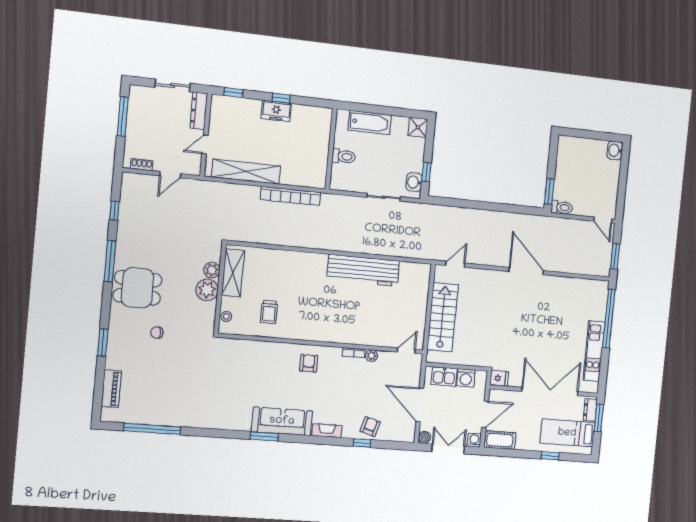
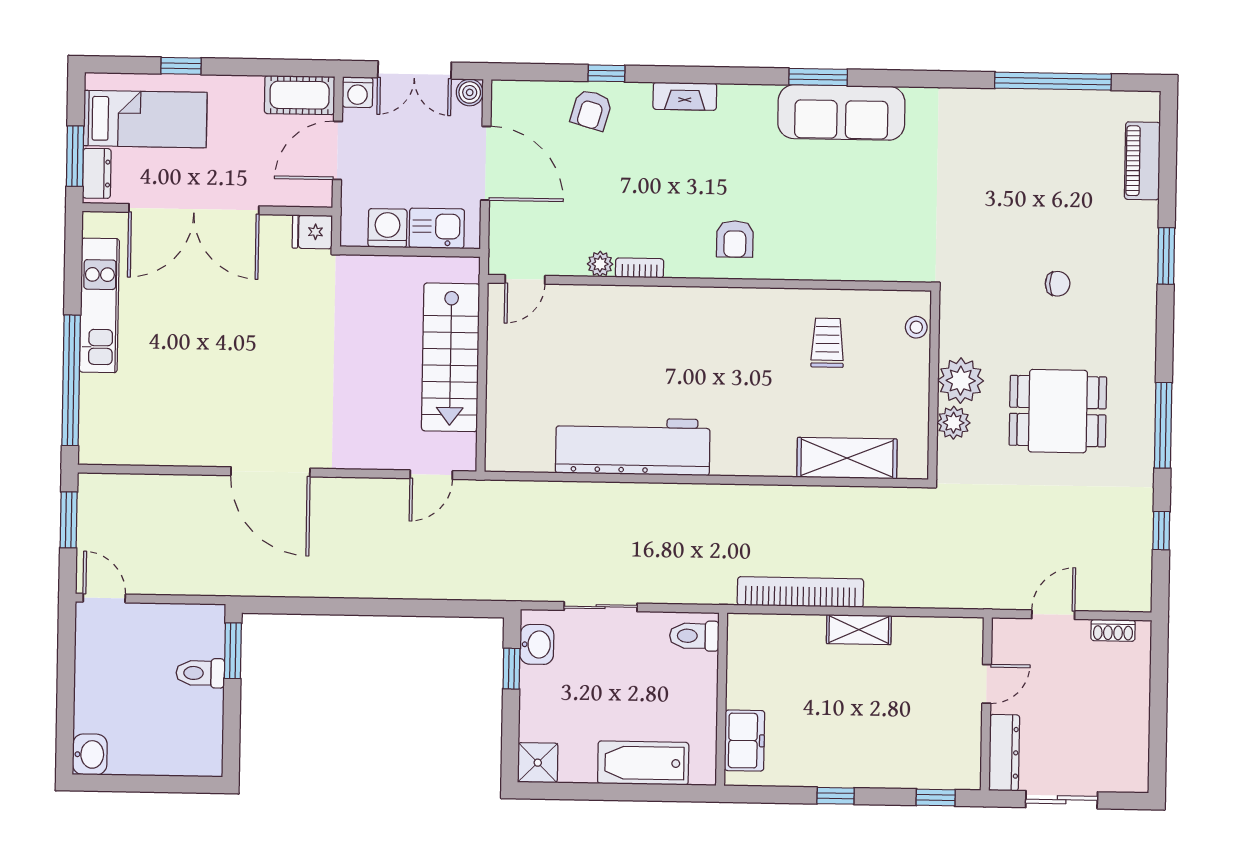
freezer: (276, 111) -> (745, 741), moved, turned 90
window: (123, 117) -> (1158, 726), removed
toilet: (344, 156) -> (694, 636), moved
shelving: (246, 172) -> (859, 630), width x0.45, depth x0.75
toilet: (562, 207) -> (200, 673), moved
shelving: (233, 273) -> (847, 458), moved, turned 90
dining table: (137, 288) -> (1058, 411), moved
sofa: (282, 421) -> (841, 112), moved

